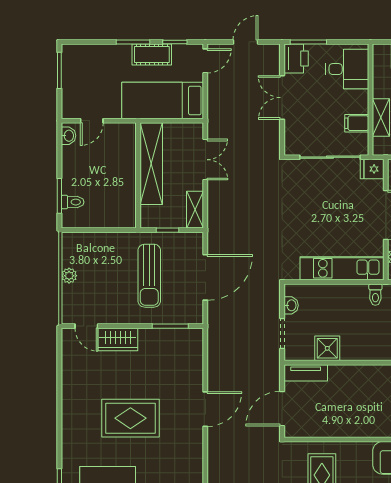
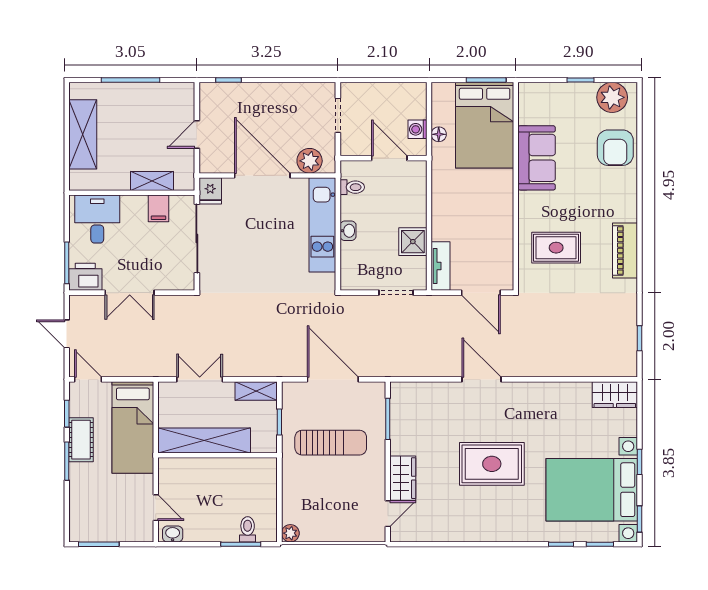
plant: (69, 276) -> (290, 533), moved
washbasin: (291, 305) -> (348, 231), moved, turned 90
rug: (130, 418) -> (492, 464), turned 90

